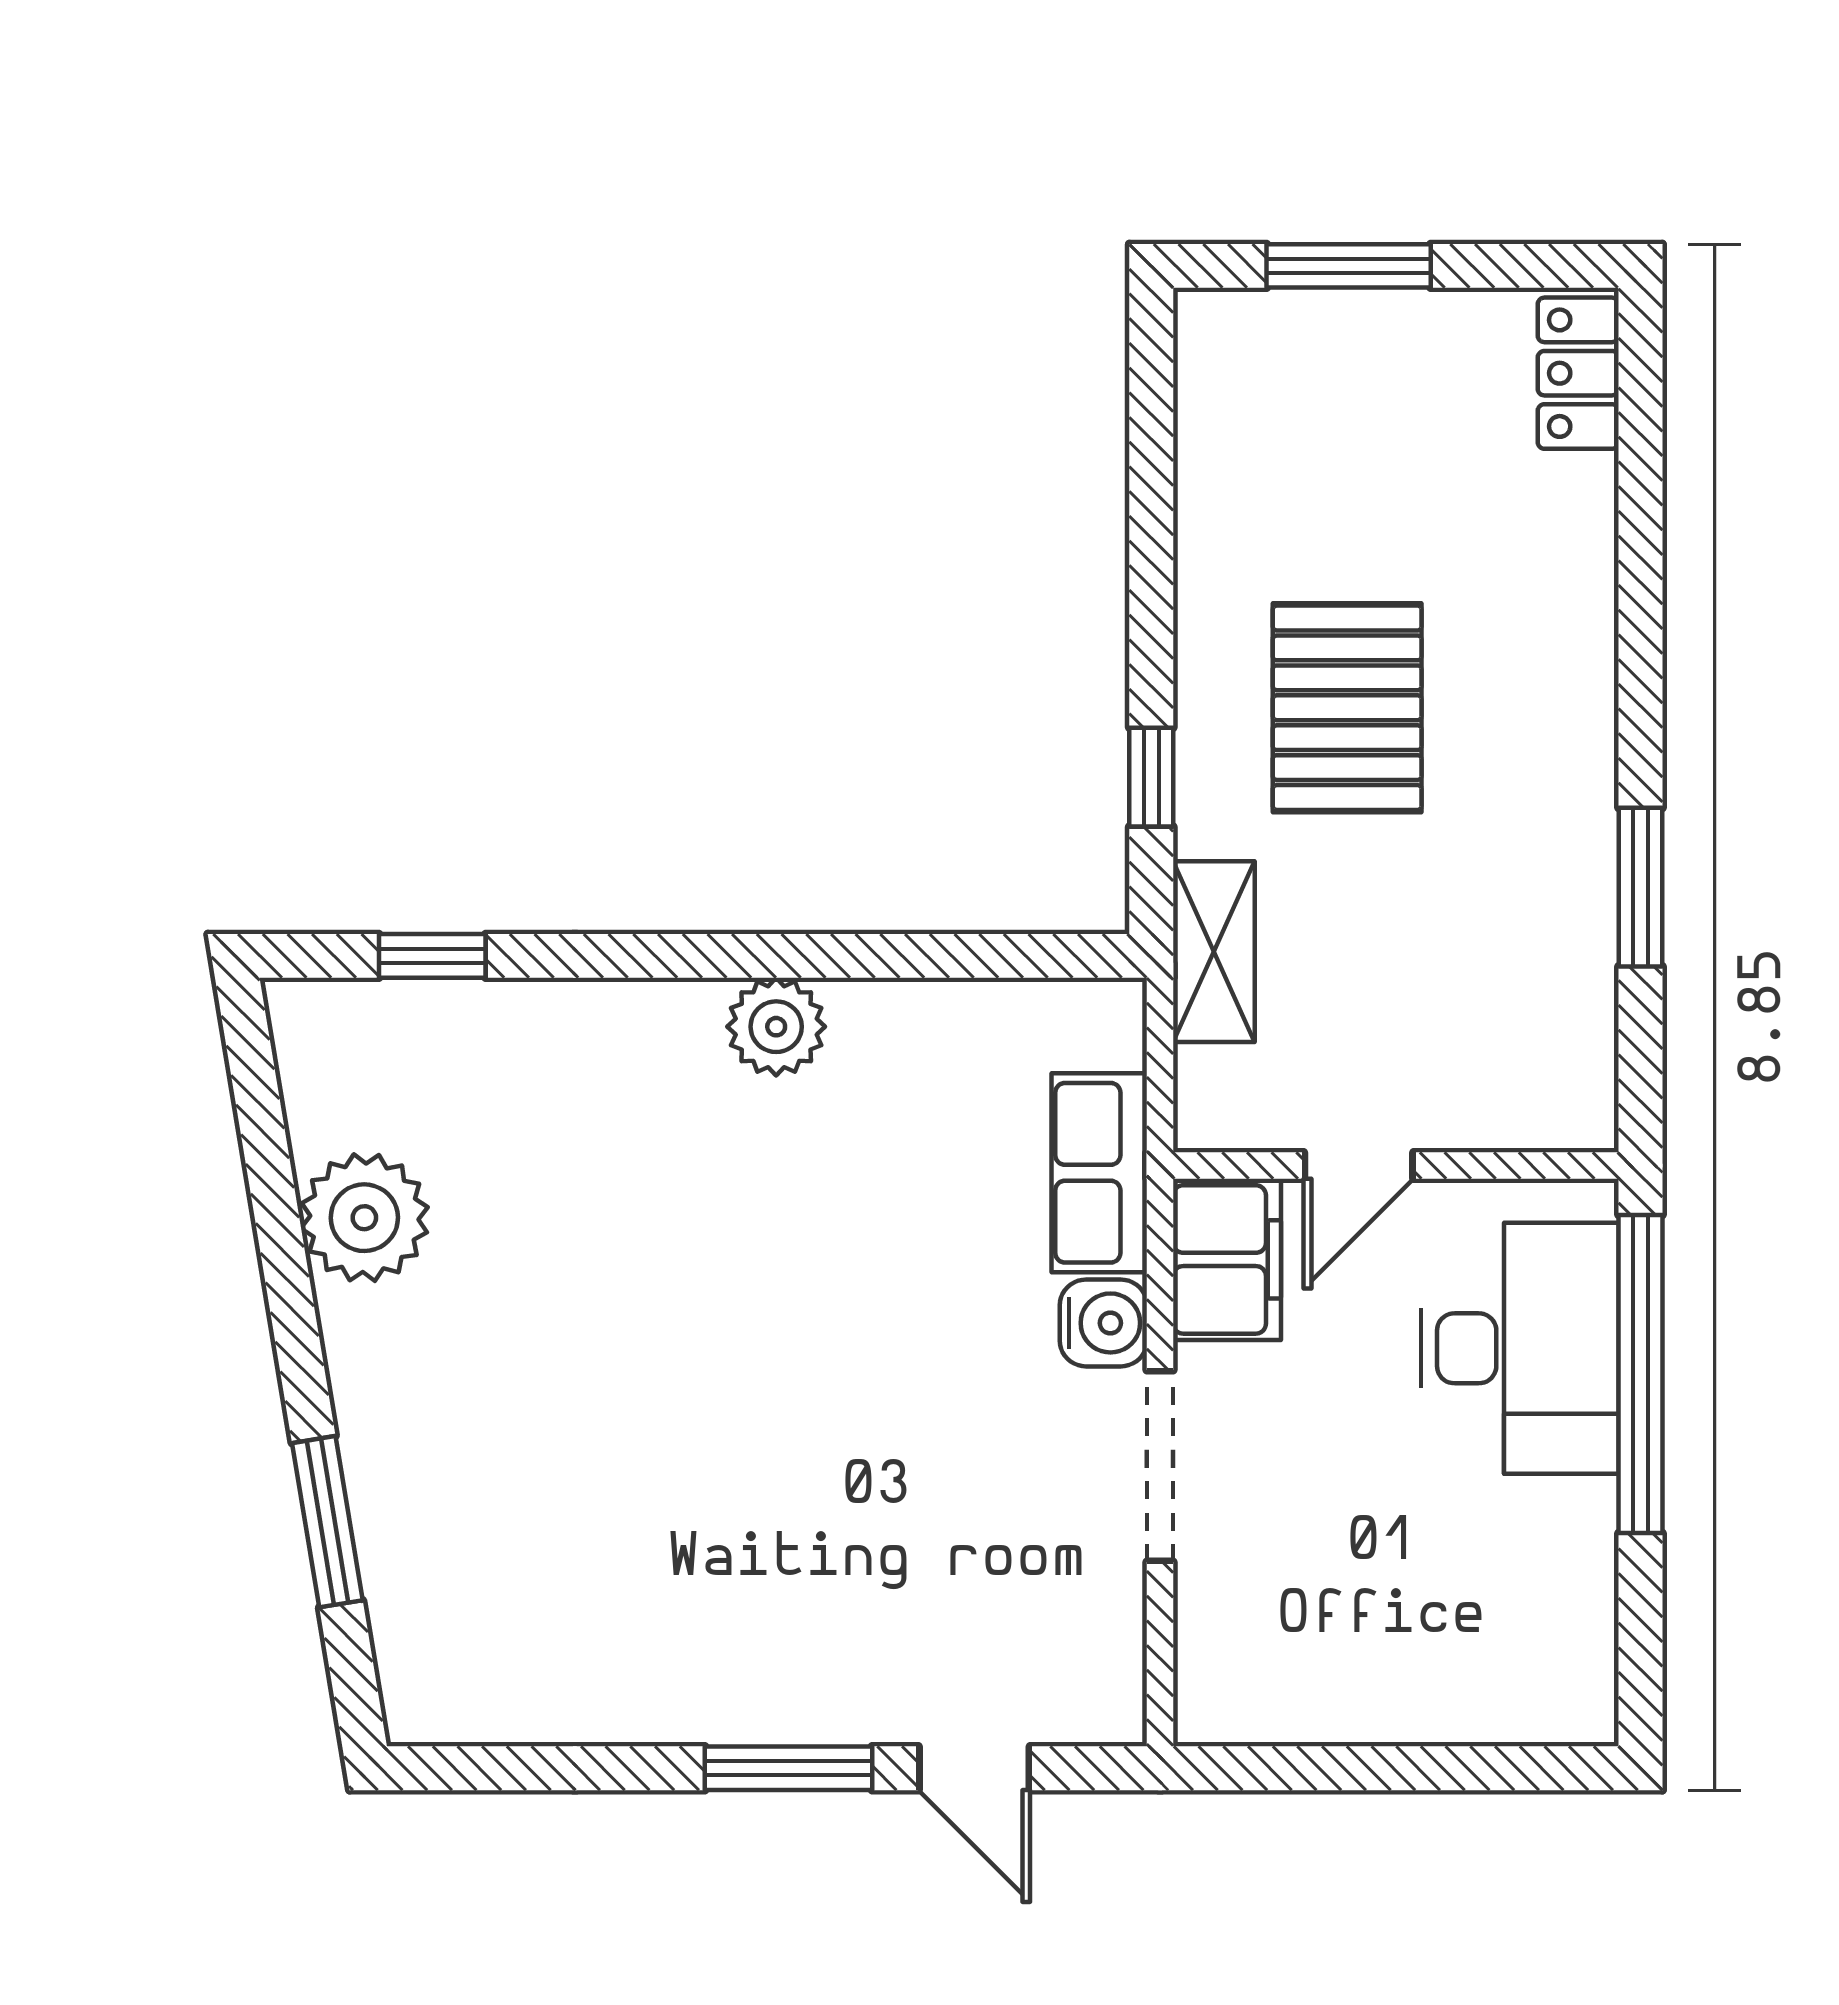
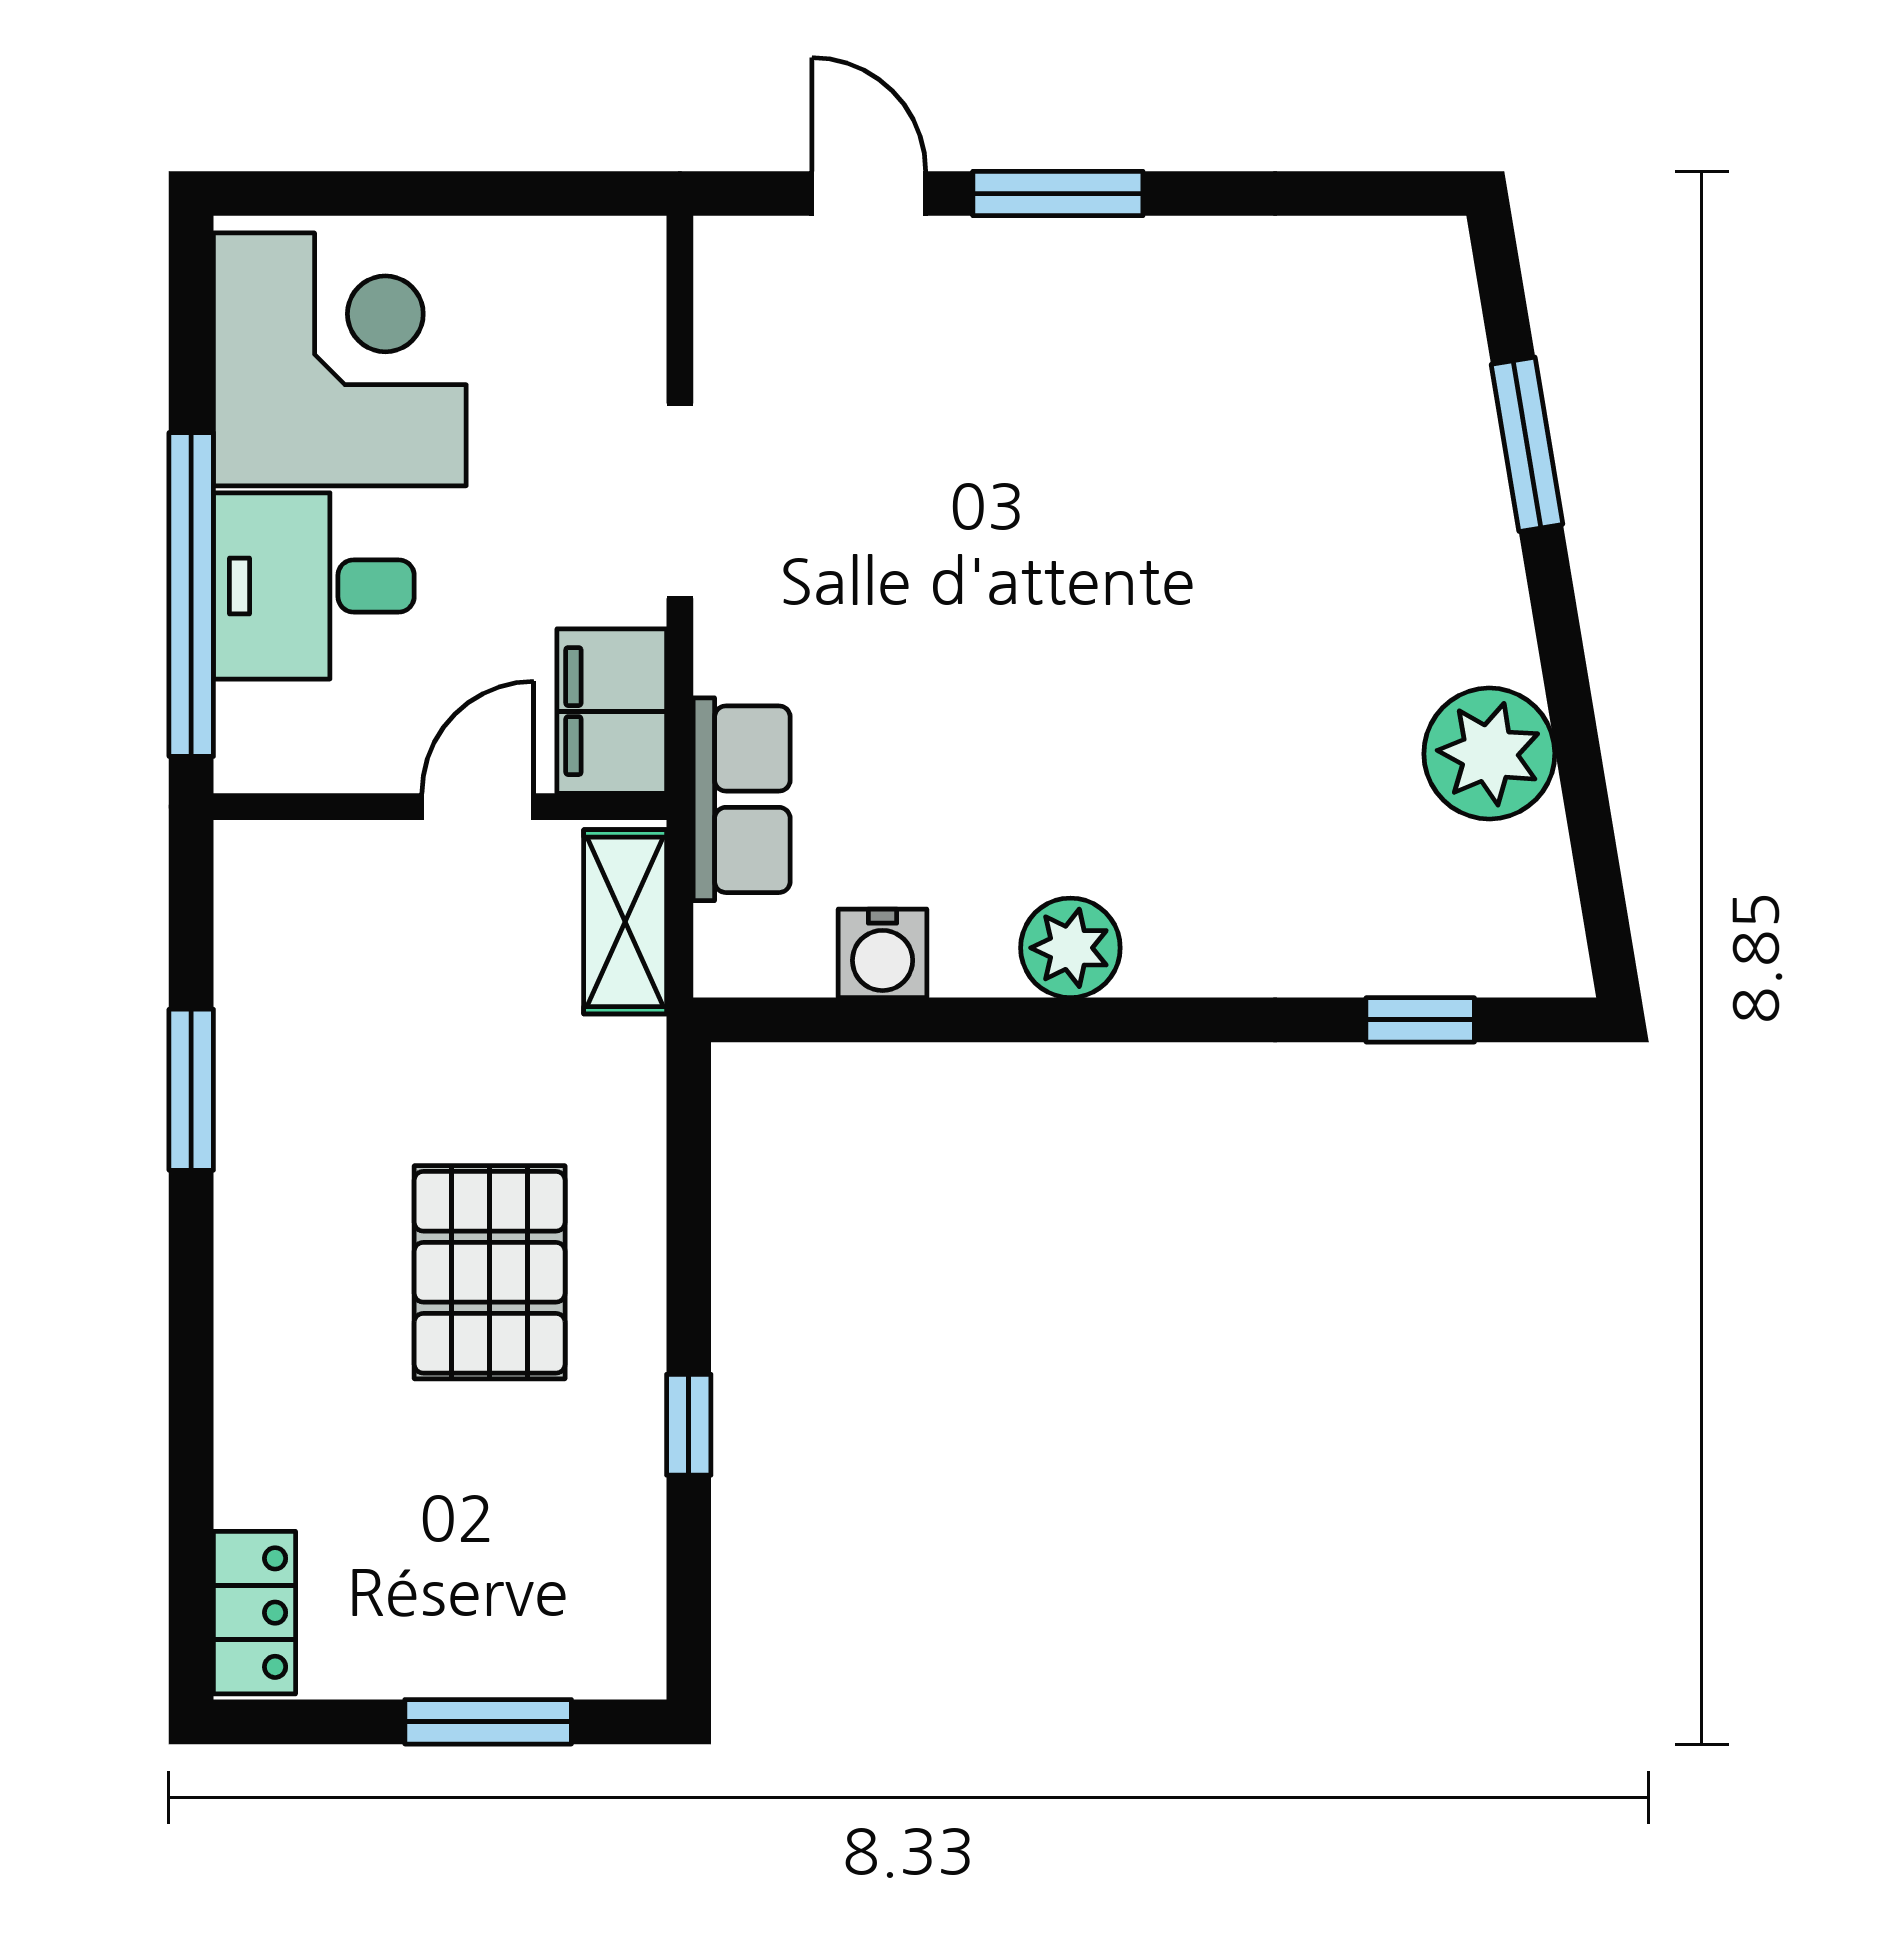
window: (1151, 777) -> (689, 1425), moved
shelving: (1214, 952) -> (625, 922), moved
water cooler: (1103, 1323) -> (883, 953), moved, turned -90
desk: (1520, 1348) -> (314, 586), width x0.73
corner desk: (1494, 1605) -> (340, 359), added

